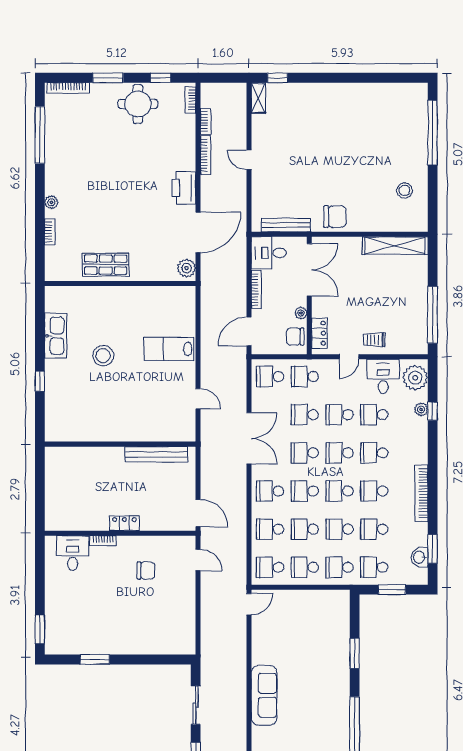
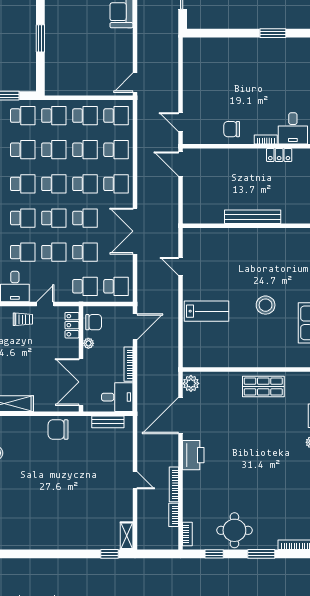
bench: (286, 225) -> (108, 422), width x0.73
bench: (156, 454) -> (253, 217), moved
locker: (124, 523) -> (279, 155), moved
chair: (146, 570) -> (232, 129), moved

